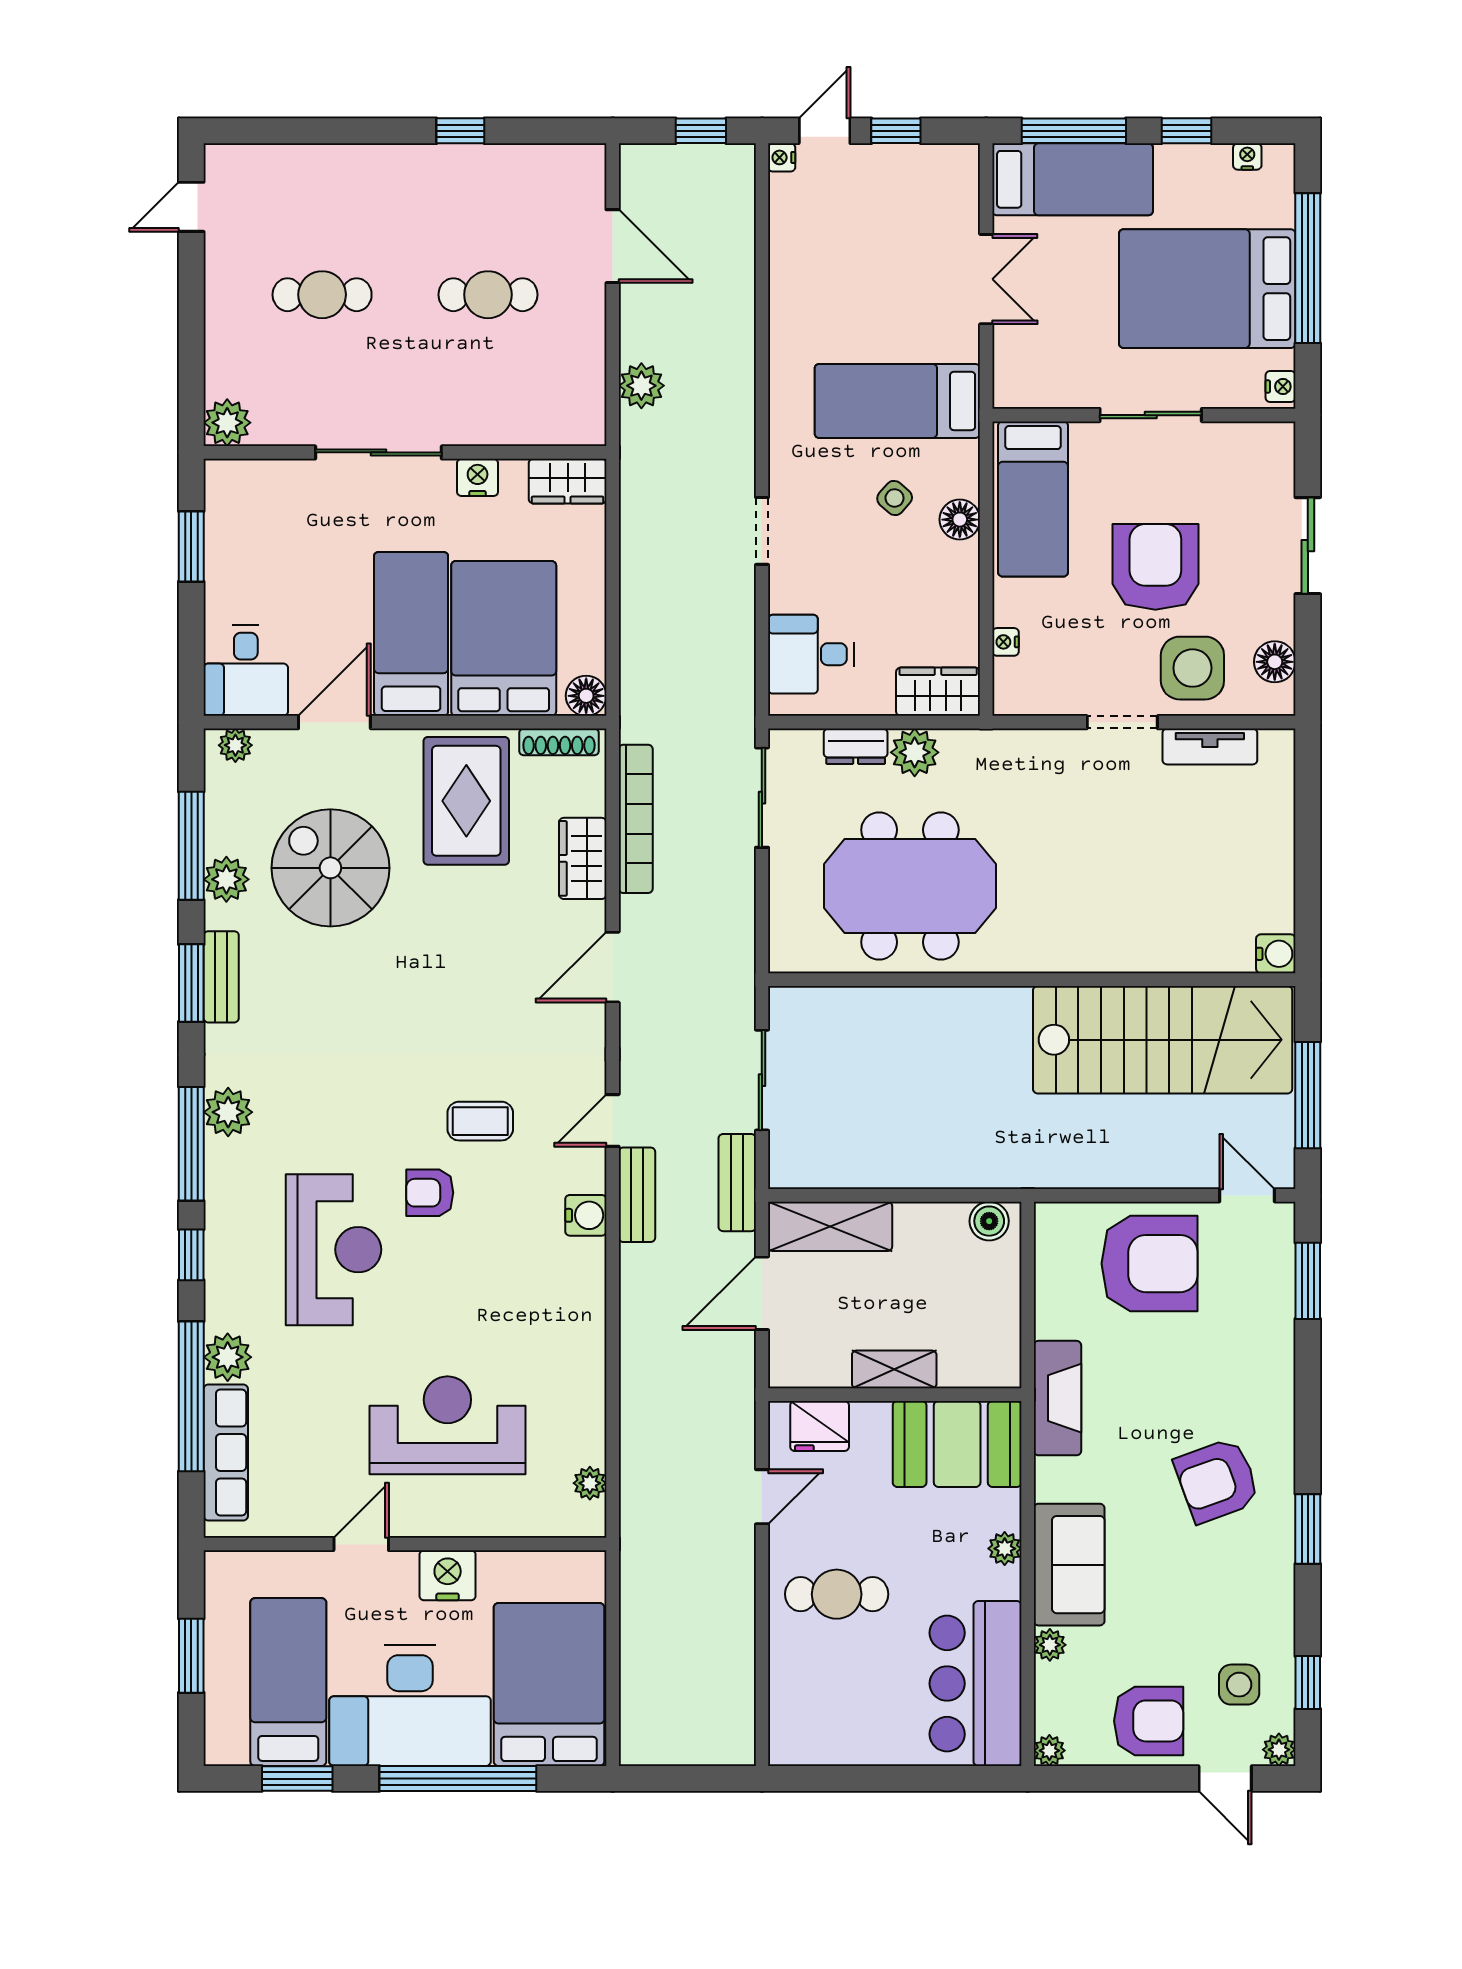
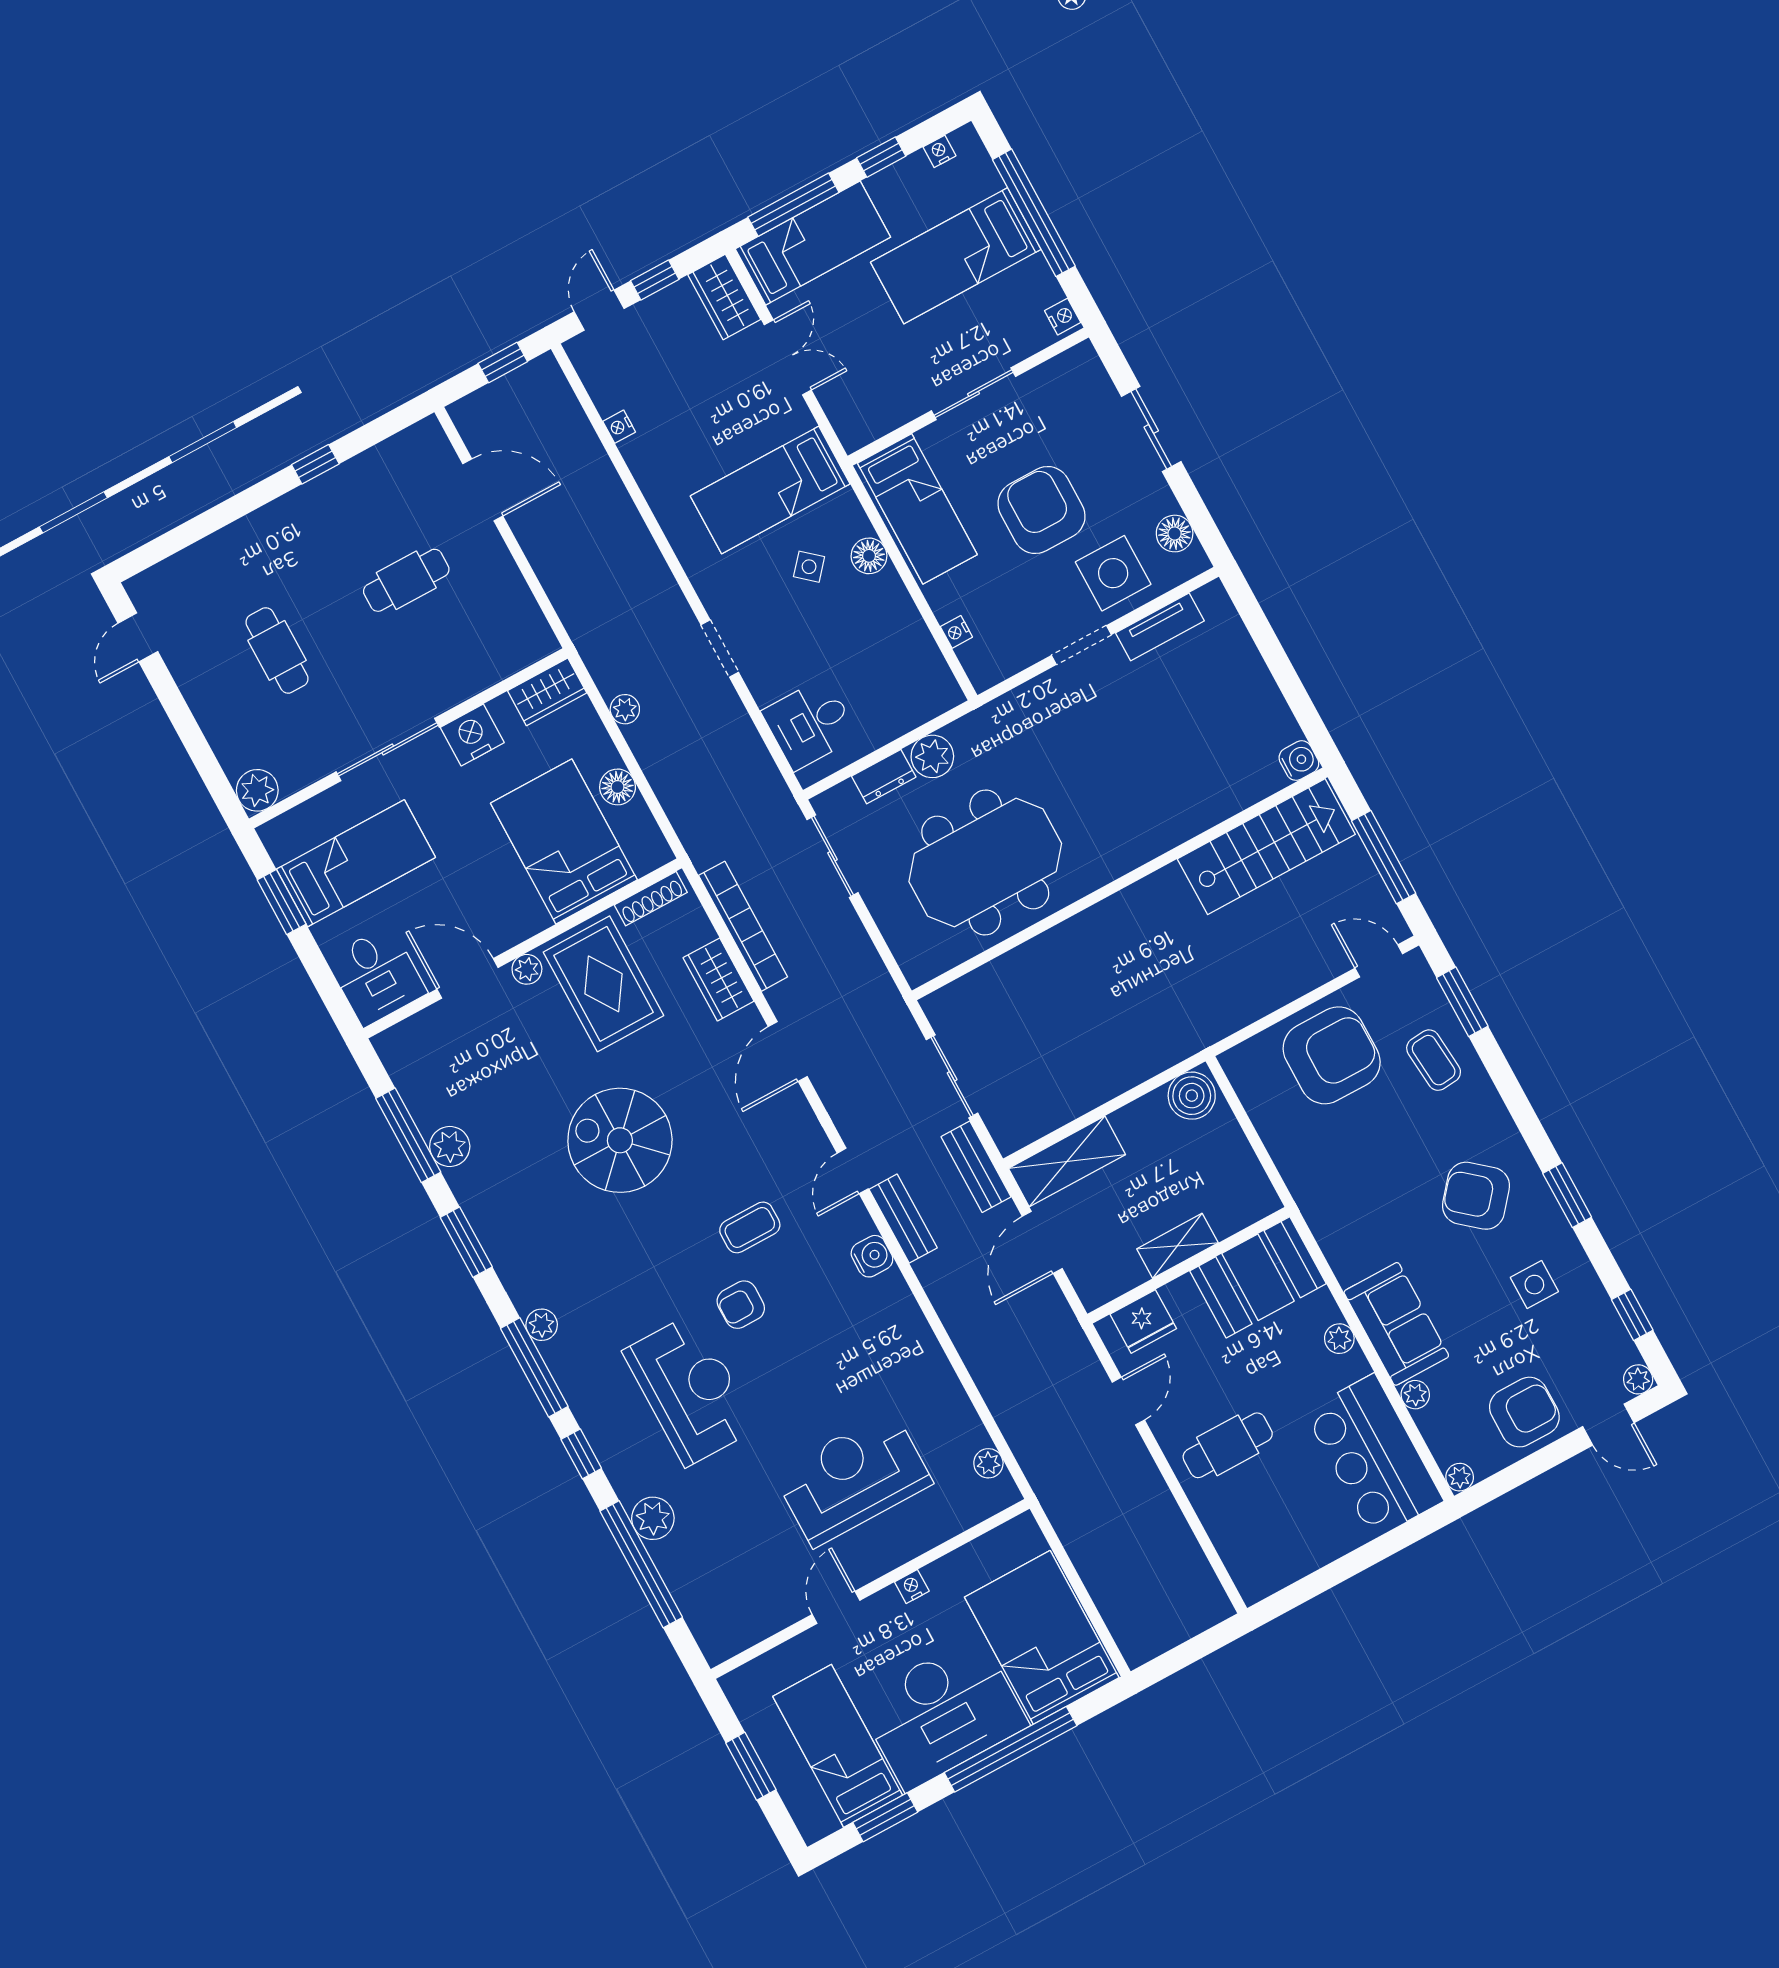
nightstand: (782, 157) -> (619, 427), moved
bed: (1207, 289) -> (956, 256), width x0.67
cafe table: (322, 295) -> (277, 650), turned 90
plant: (641, 386) -> (625, 709), moved, width x0.73, depth x0.73
nightstand: (478, 477) -> (472, 735), width x1.36, depth x1.33
bed: (411, 634) -> (356, 863), moved, turned 90
wardrobe: (938, 692) -> (724, 297), moved, turned -90
floor lamp: (586, 696) -> (618, 787), moved
door: (334, 722) -> (467, 978), hinge flipped
plant: (235, 745) -> (527, 969), moved
spiral stairs: (330, 868) -> (620, 1140), moved
bench: (221, 977) -> (487, 1225), removed
stairs: (1163, 1040) -> (1266, 847), width x0.73, depth x0.66
plant: (228, 1112) -> (542, 1325), width x0.73, depth x0.73
boiler: (989, 1221) -> (1192, 1096), width x1.36, depth x1.36
coffee table: (1248, 1323) -> (1434, 1060), added
fireplace: (1057, 1398) -> (1317, 1199), removed
row of seats: (226, 1452) -> (692, 1593), removed
armchair: (1217, 1480) -> (1476, 1196), turned 60
nightstand: (448, 1575) -> (912, 1587), width x0.53, depth x0.56
side table: (1239, 1685) -> (1534, 1285), moved

